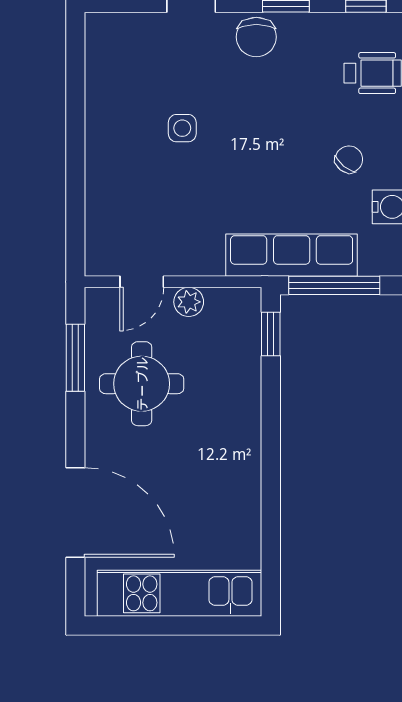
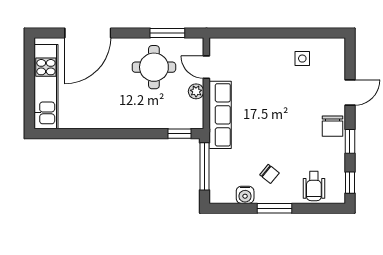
chair: (256, 37) -> (332, 126), turned -90
side table: (182, 128) -> (302, 59), moved
row of seats: (292, 255) -> (220, 115), moved

